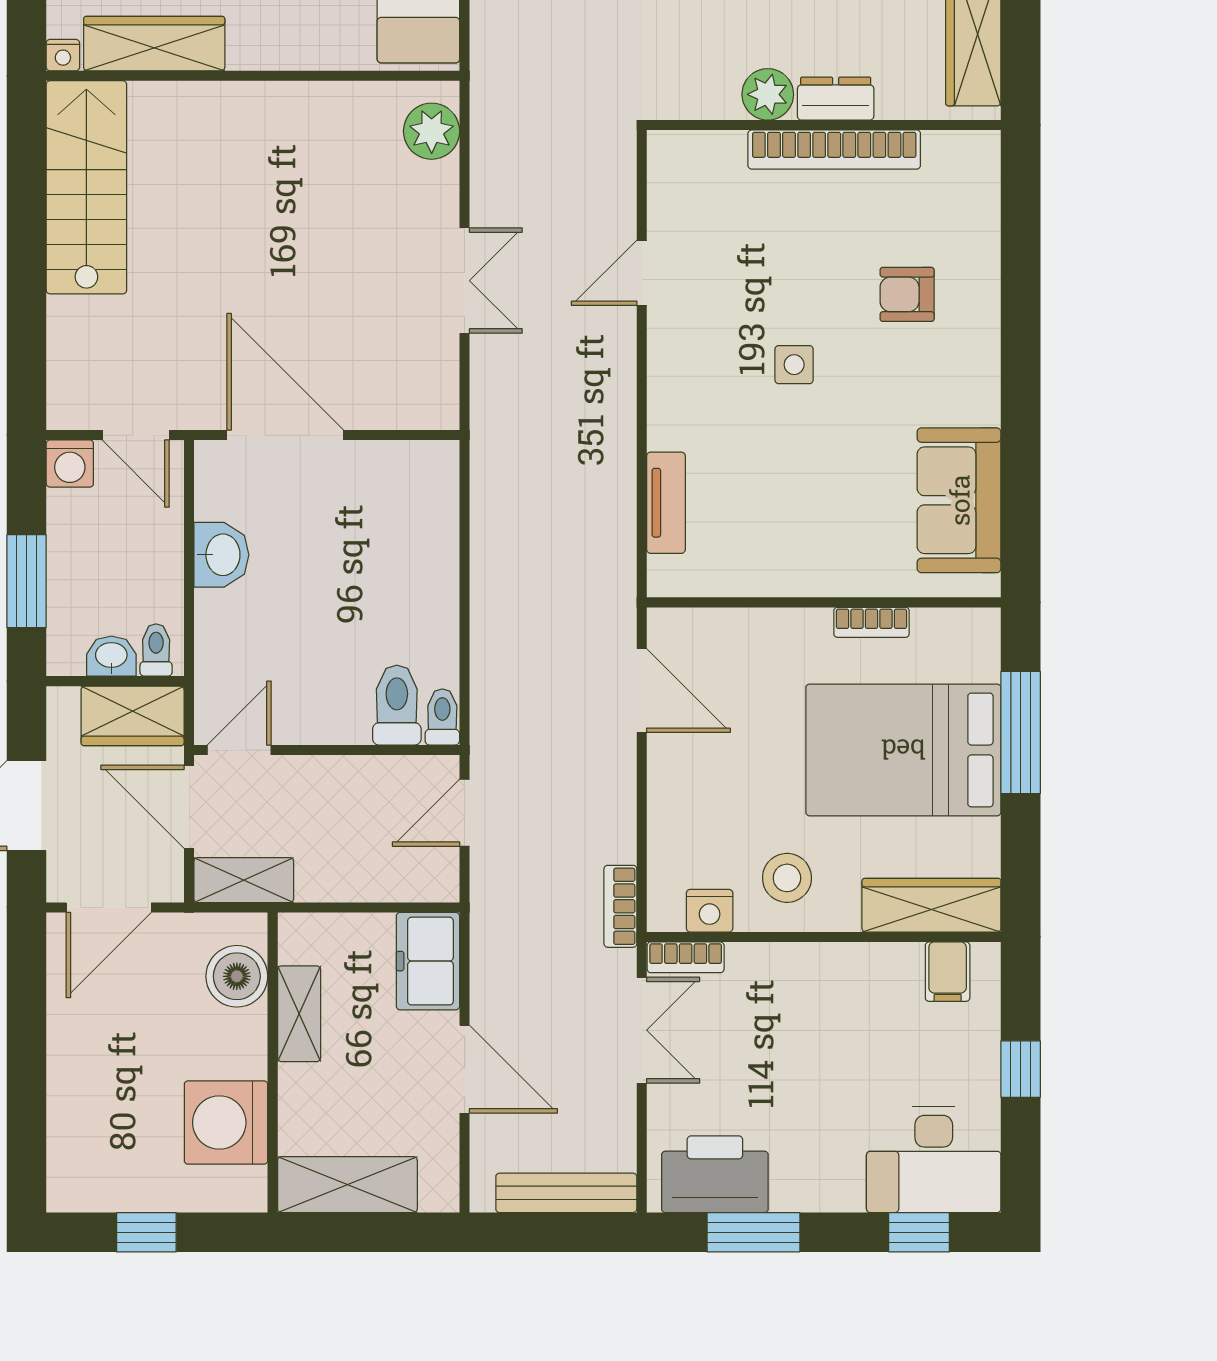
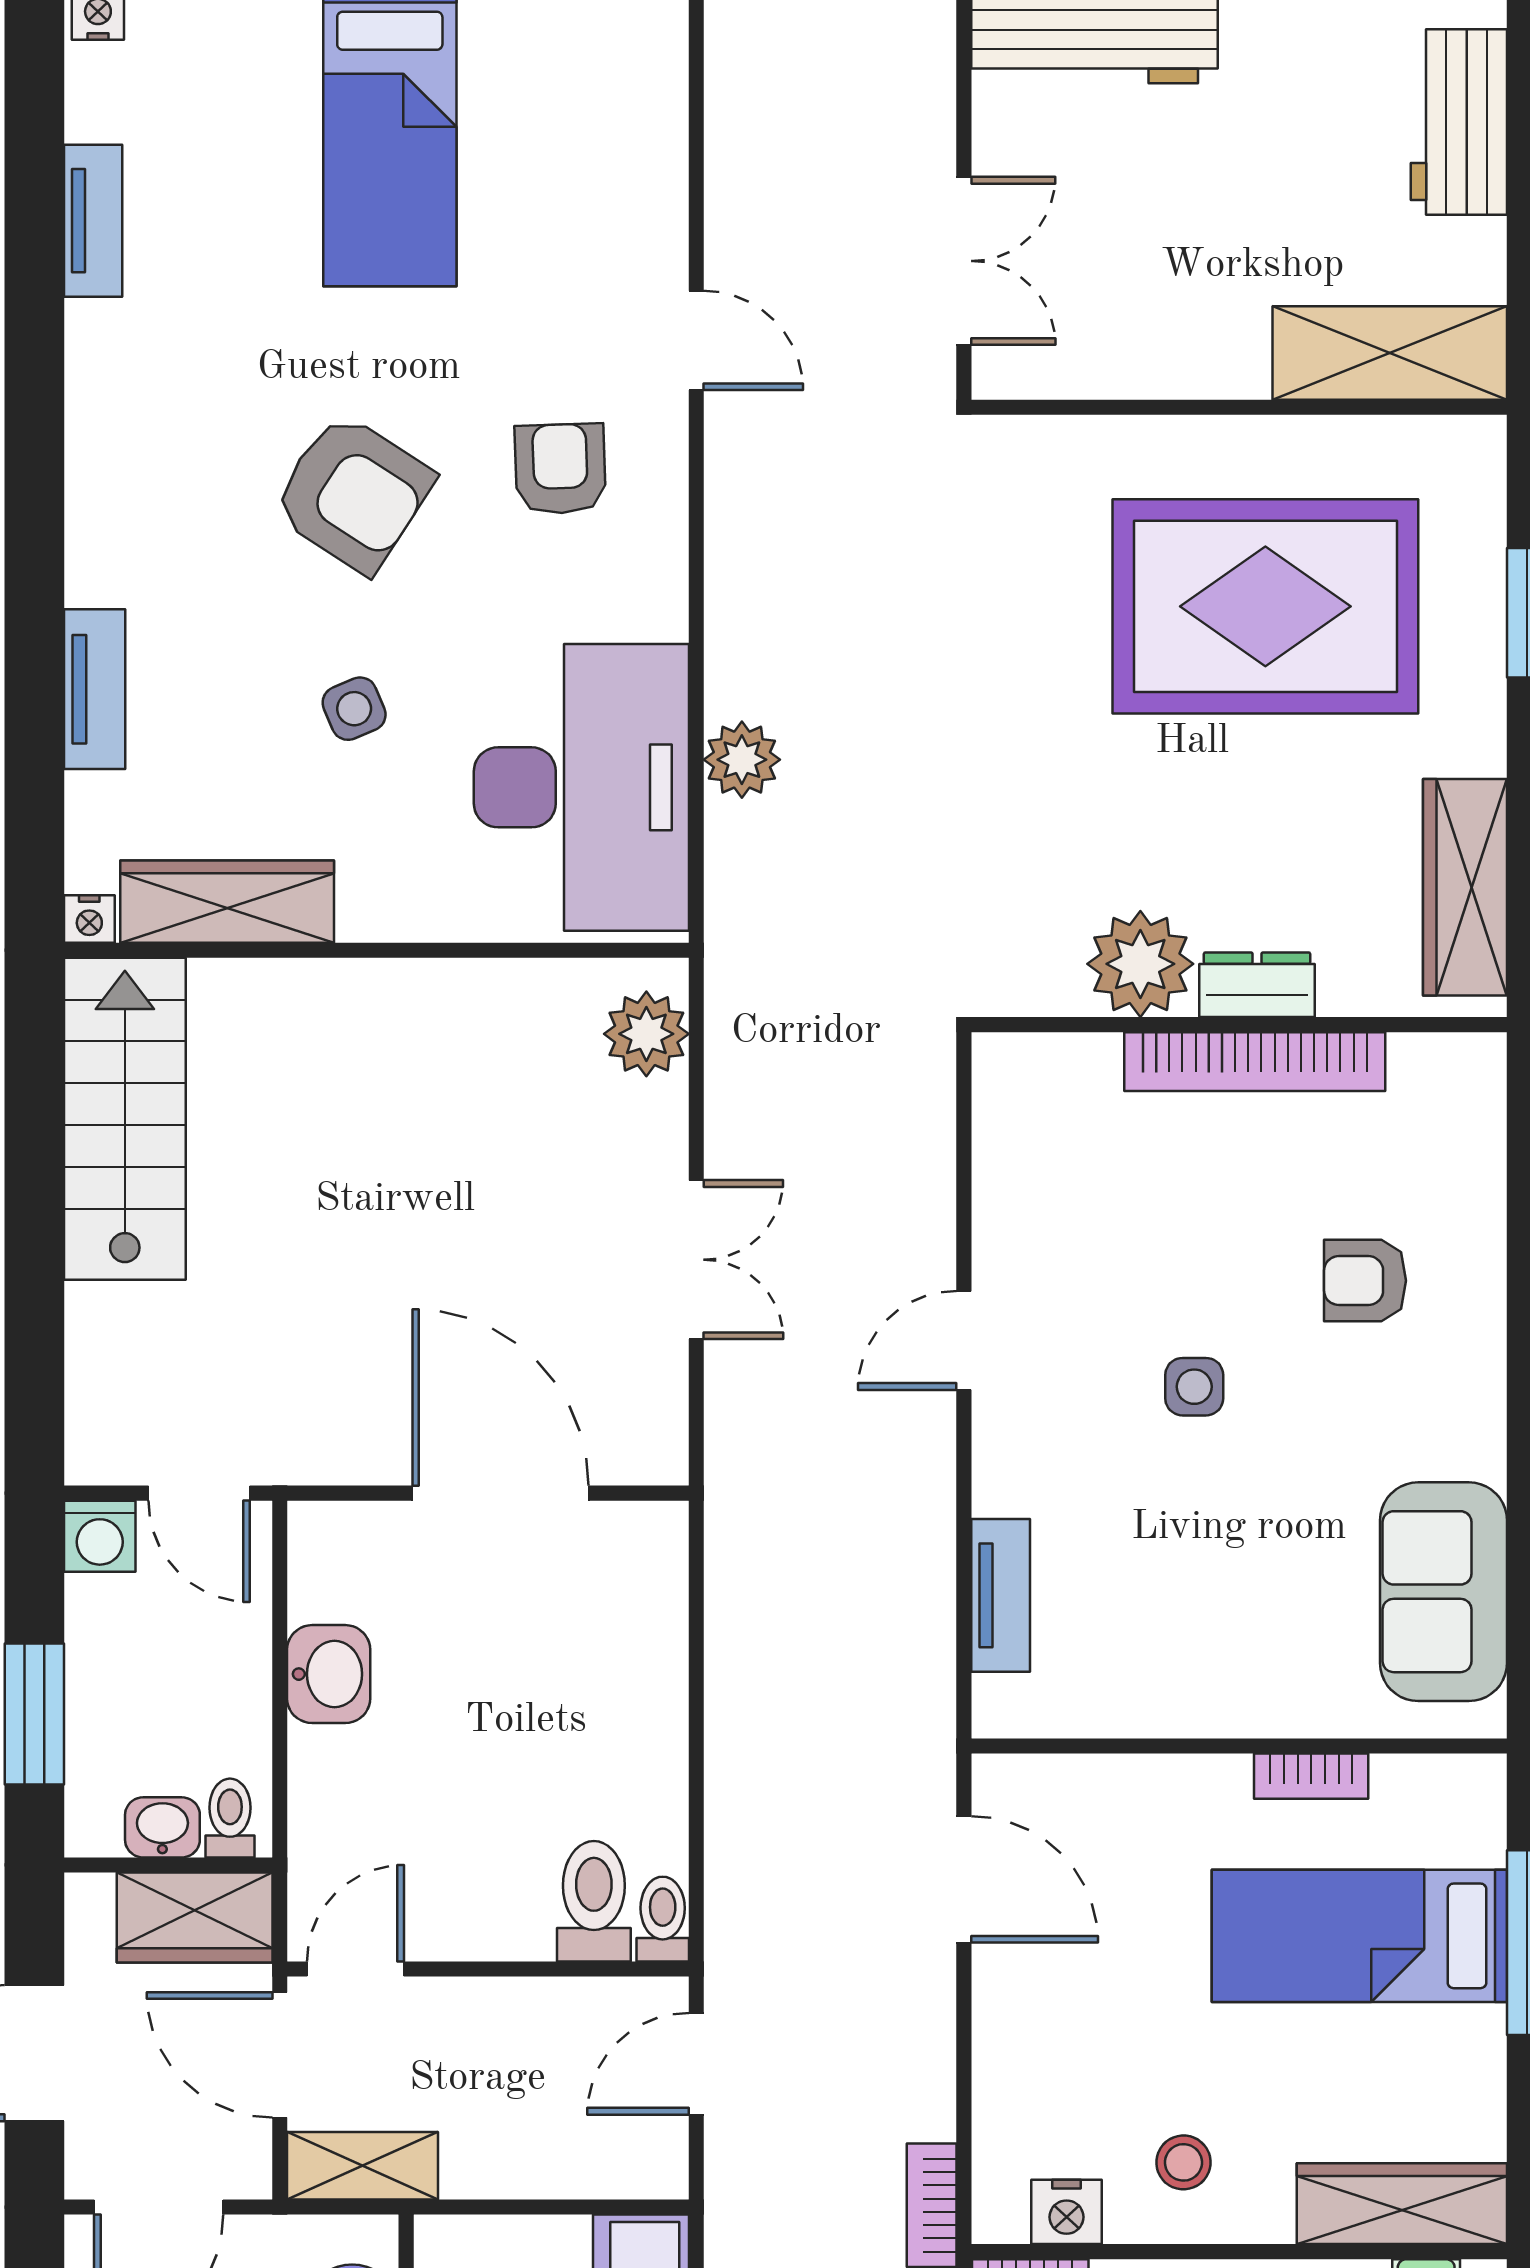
plant: (768, 94) -> (1140, 964), width x1.36, depth x1.36
door: (642, 273) -> (964, 1340), moved
door: (285, 435) -> (500, 1493), moved
bed: (903, 750) -> (1359, 1936), width x0.67
stool: (787, 878) -> (1183, 2162), width x0.73, depth x0.73

